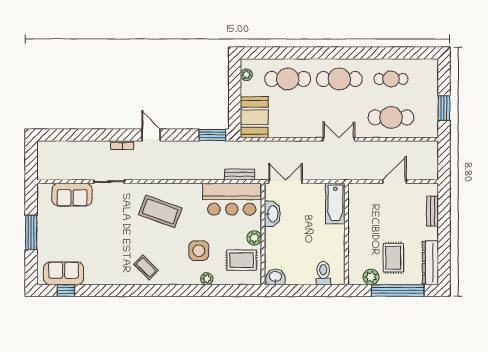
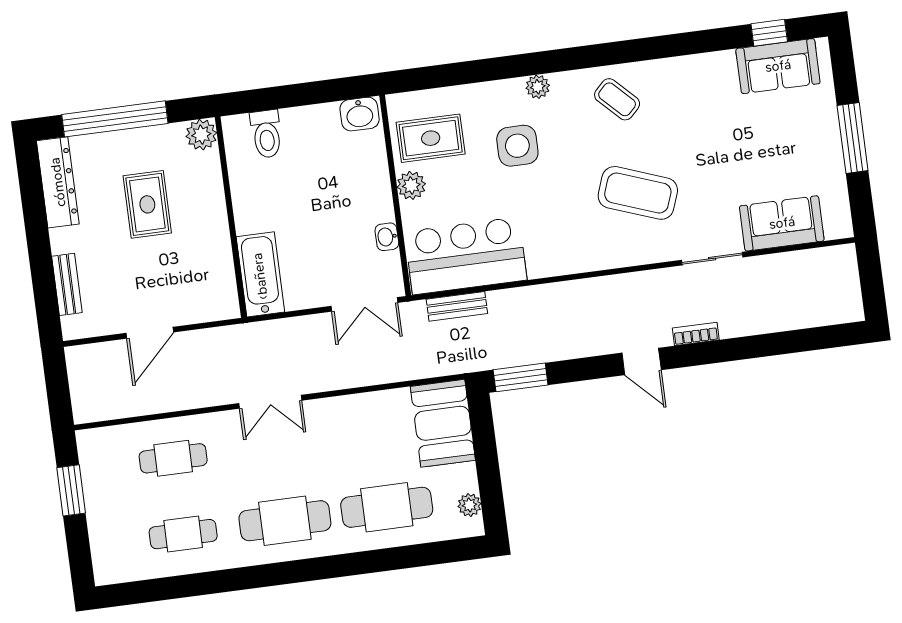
cafe table: (391, 117) -> (173, 458), width x0.73, depth x0.74
coffee table: (160, 211) -> (638, 193), moved
washbasin: (272, 214) -> (387, 237), width x0.52, depth x0.69
rug: (393, 258) -> (147, 204), moved
plant: (371, 277) -> (201, 135), moved
plant: (207, 279) -> (538, 87), moved

